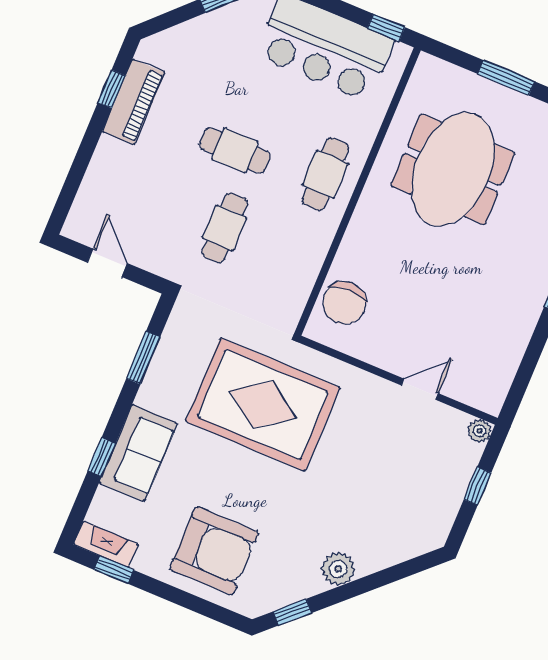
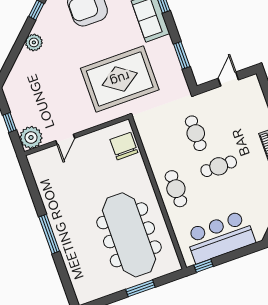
meeting table: (453, 169) -> (129, 235), width x1.36
door: (107, 263) -> (228, 79), swing flipped
plant: (480, 431) -> (31, 137), width x1.87, depth x1.87

